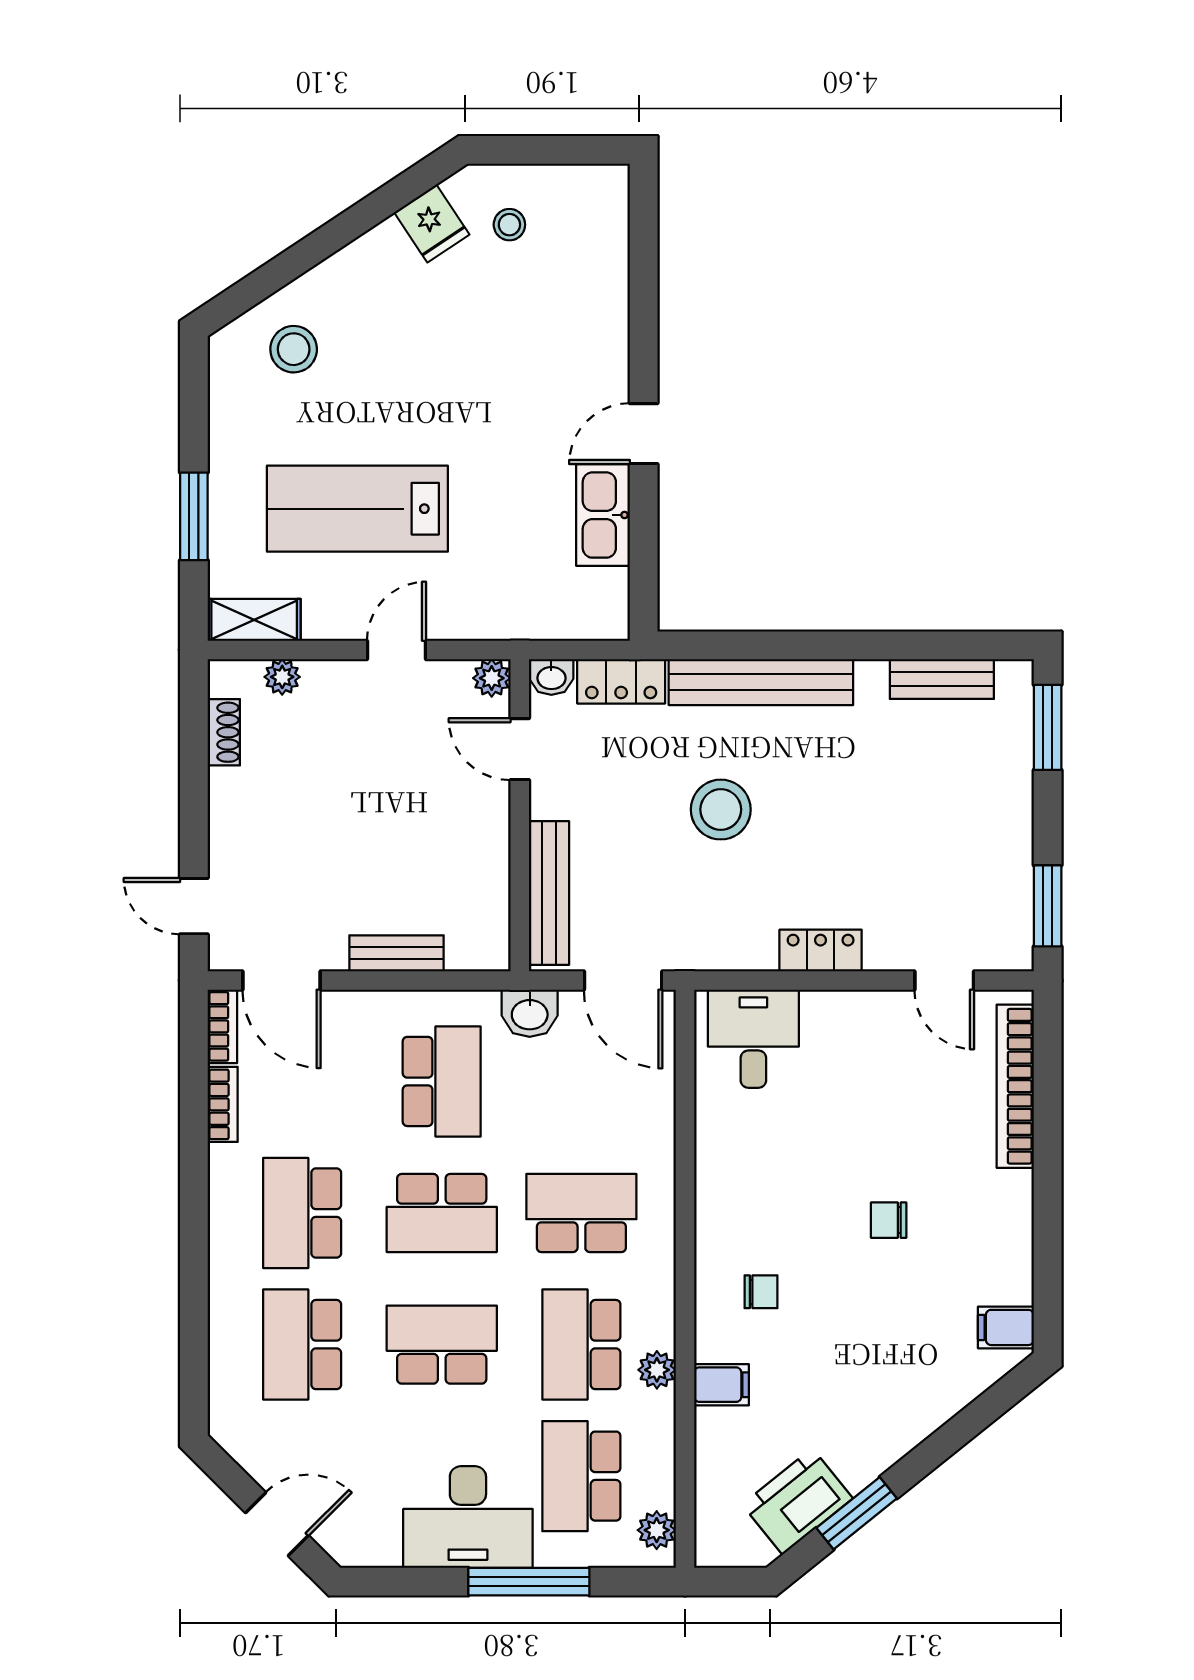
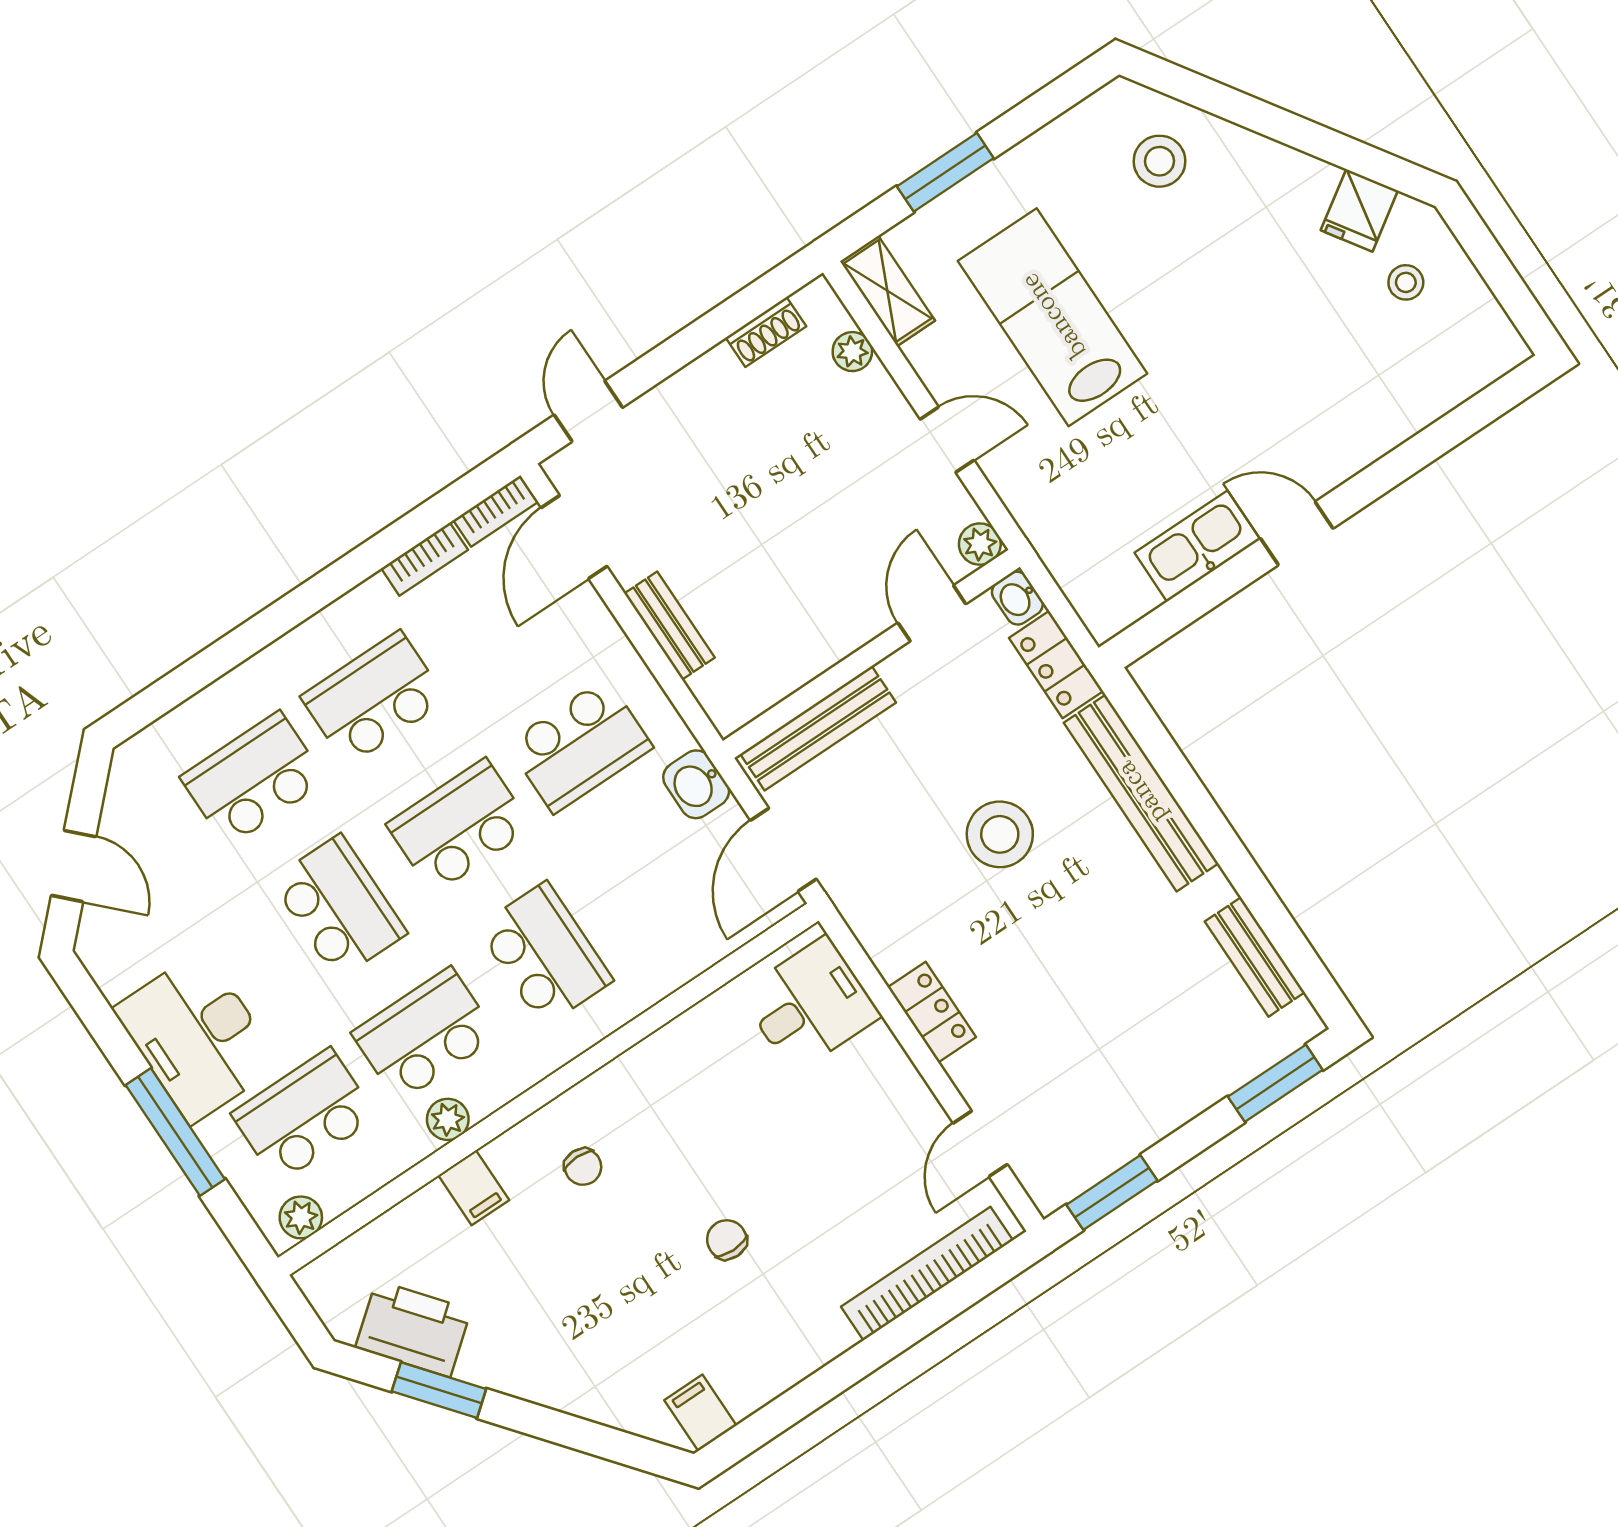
school desk: (442, 1213) -> (459, 826), turned 90

